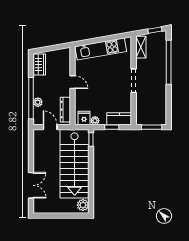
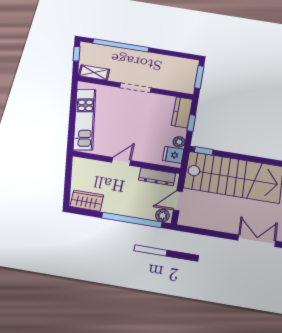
plant: (38, 102) -> (163, 215), moved

